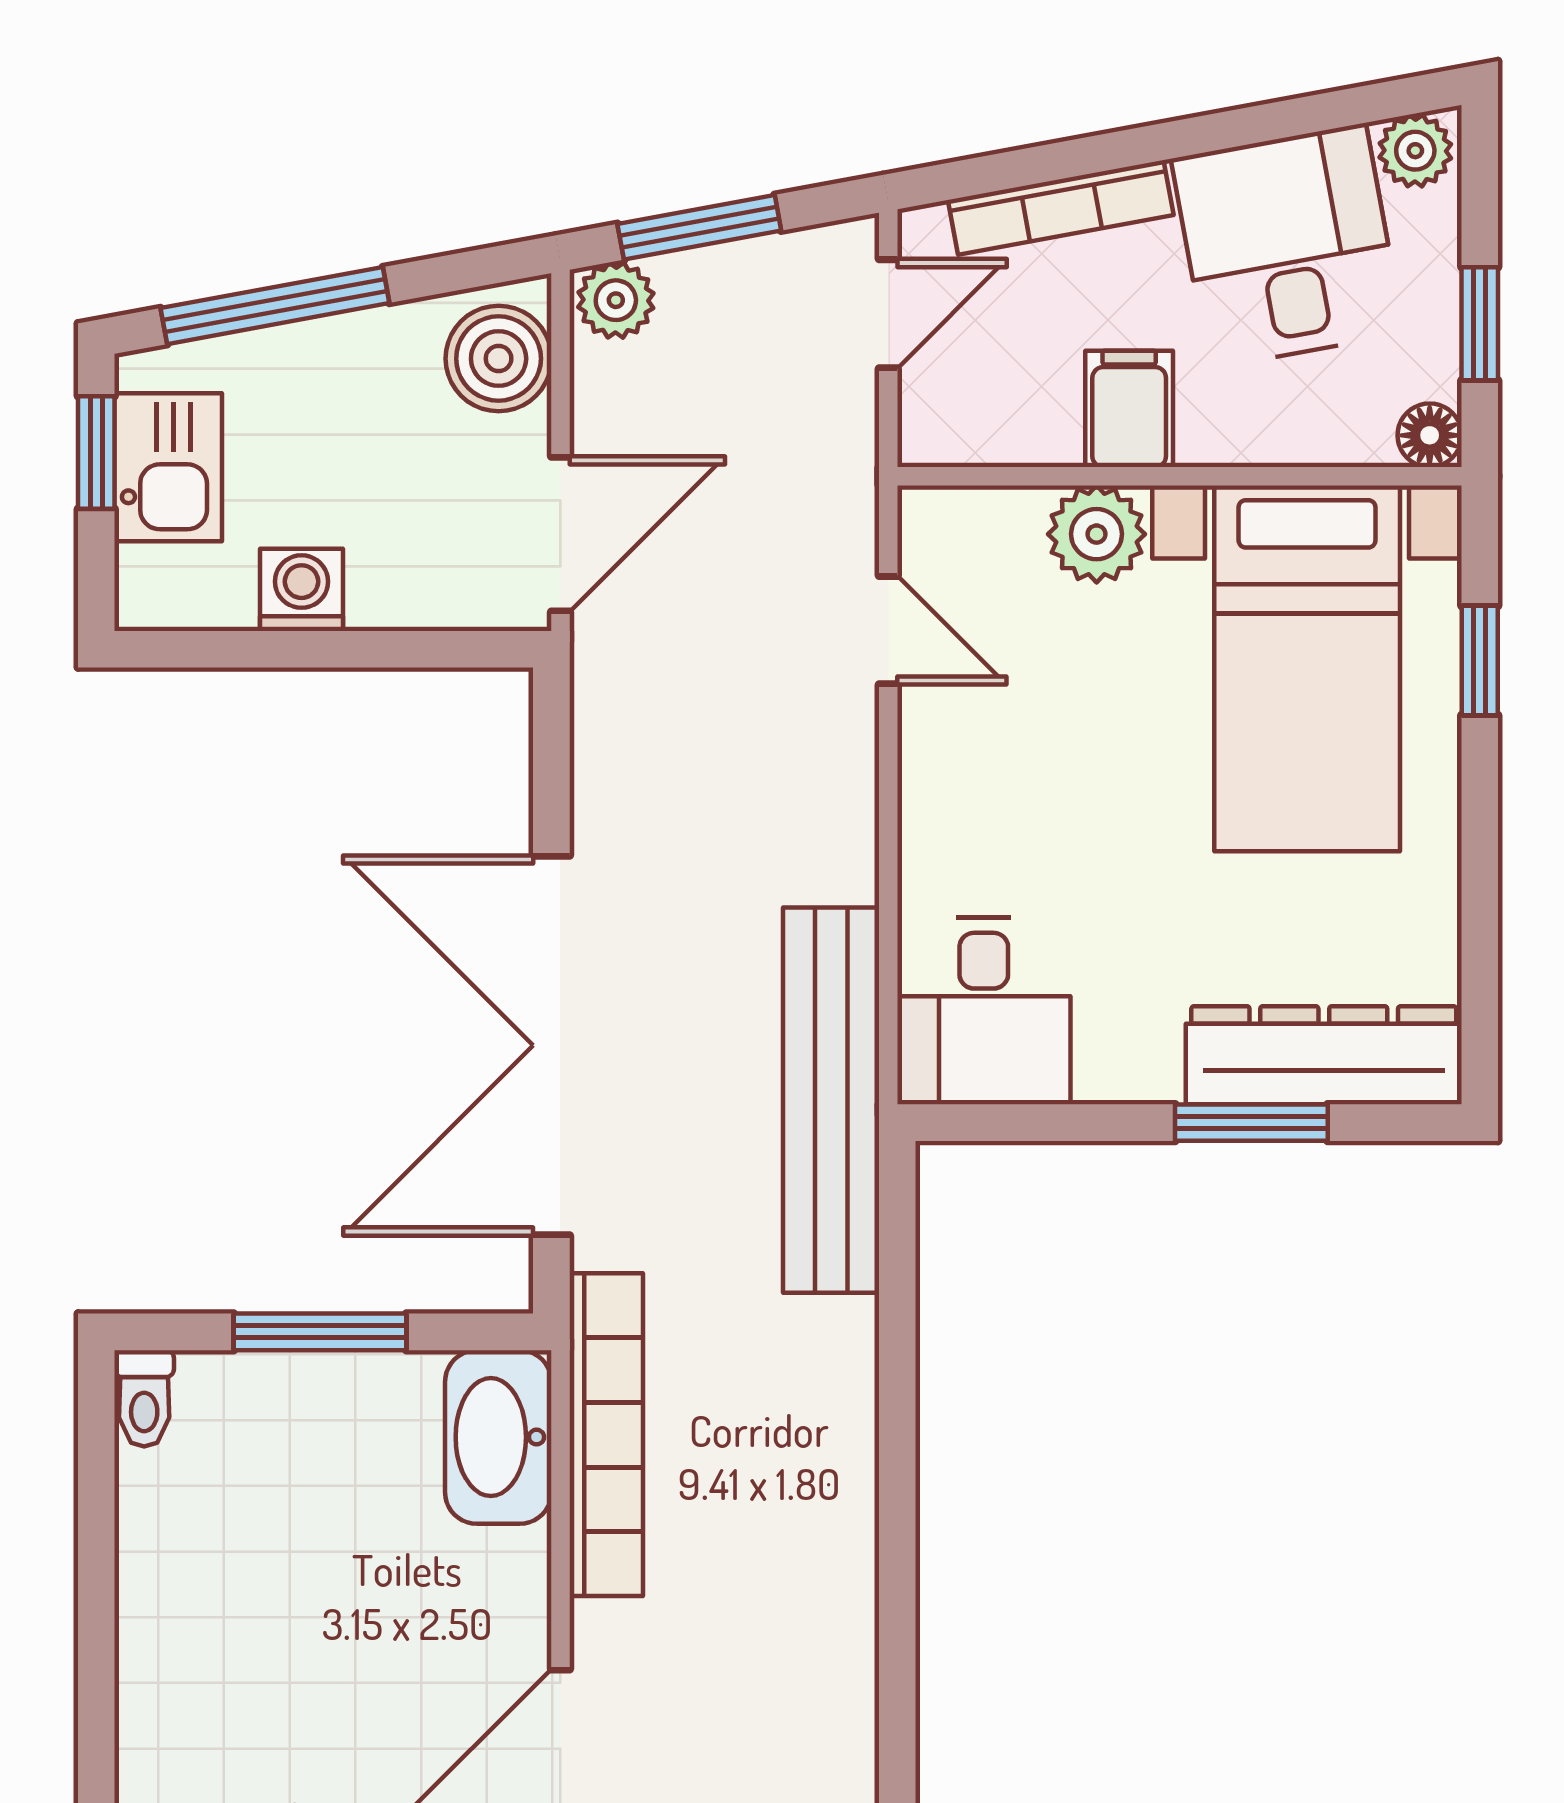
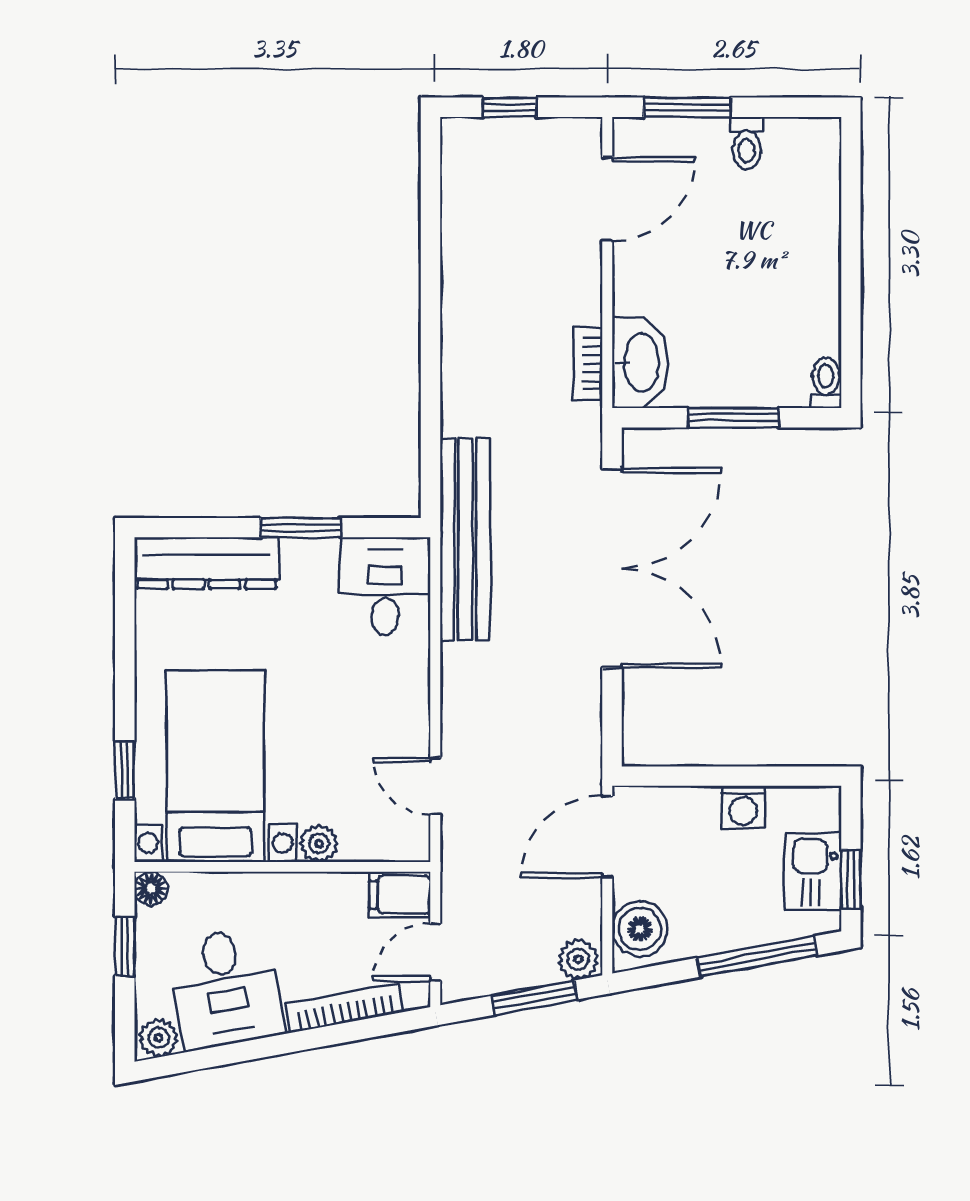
filing cabinet: (1129, 409) -> (400, 895), moved, turned 90
plant: (1097, 534) -> (319, 844), width x0.73, depth x0.73
window: (1251, 1123) -> (300, 528), moved
bookcase: (606, 1435) -> (588, 364), width x0.43, depth x0.76

